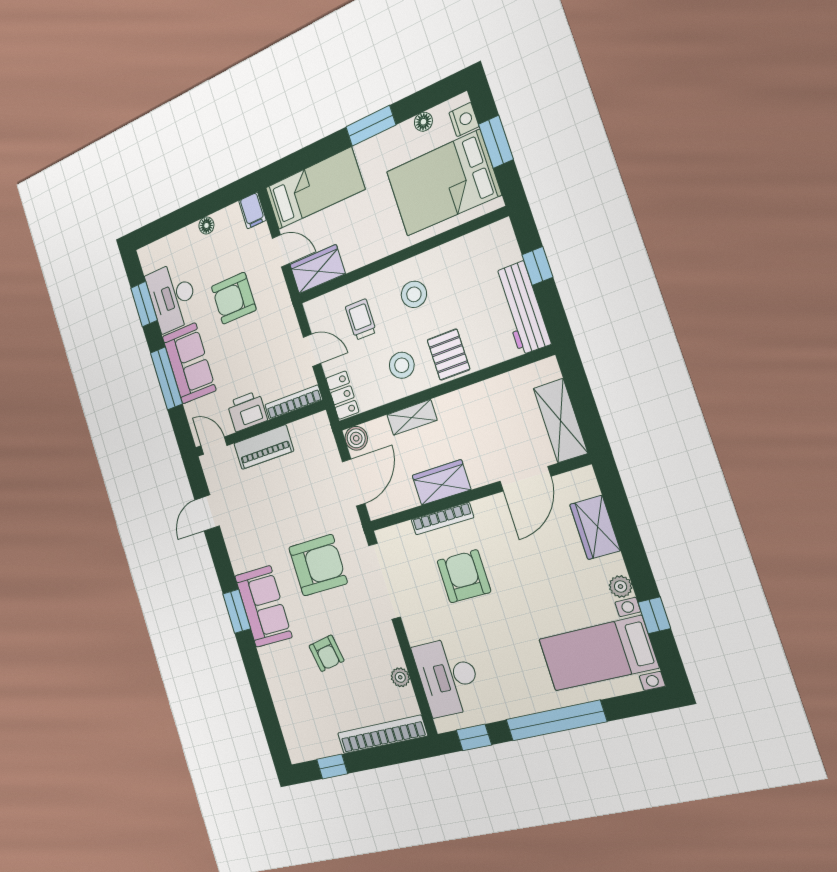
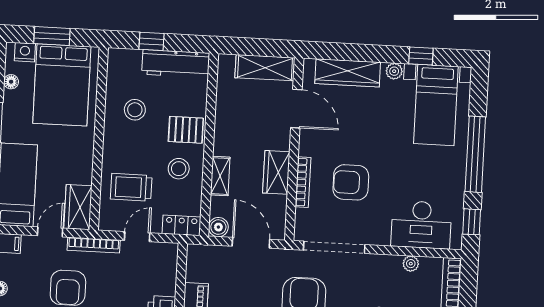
stool: (414, 294) -> (135, 110), moved
trolley: (361, 319) -> (131, 187), width x1.36, depth x1.39
bookcase: (293, 402) -> (94, 245), moved, turned -90
wardrobe: (595, 527) -> (348, 73), width x1.50

